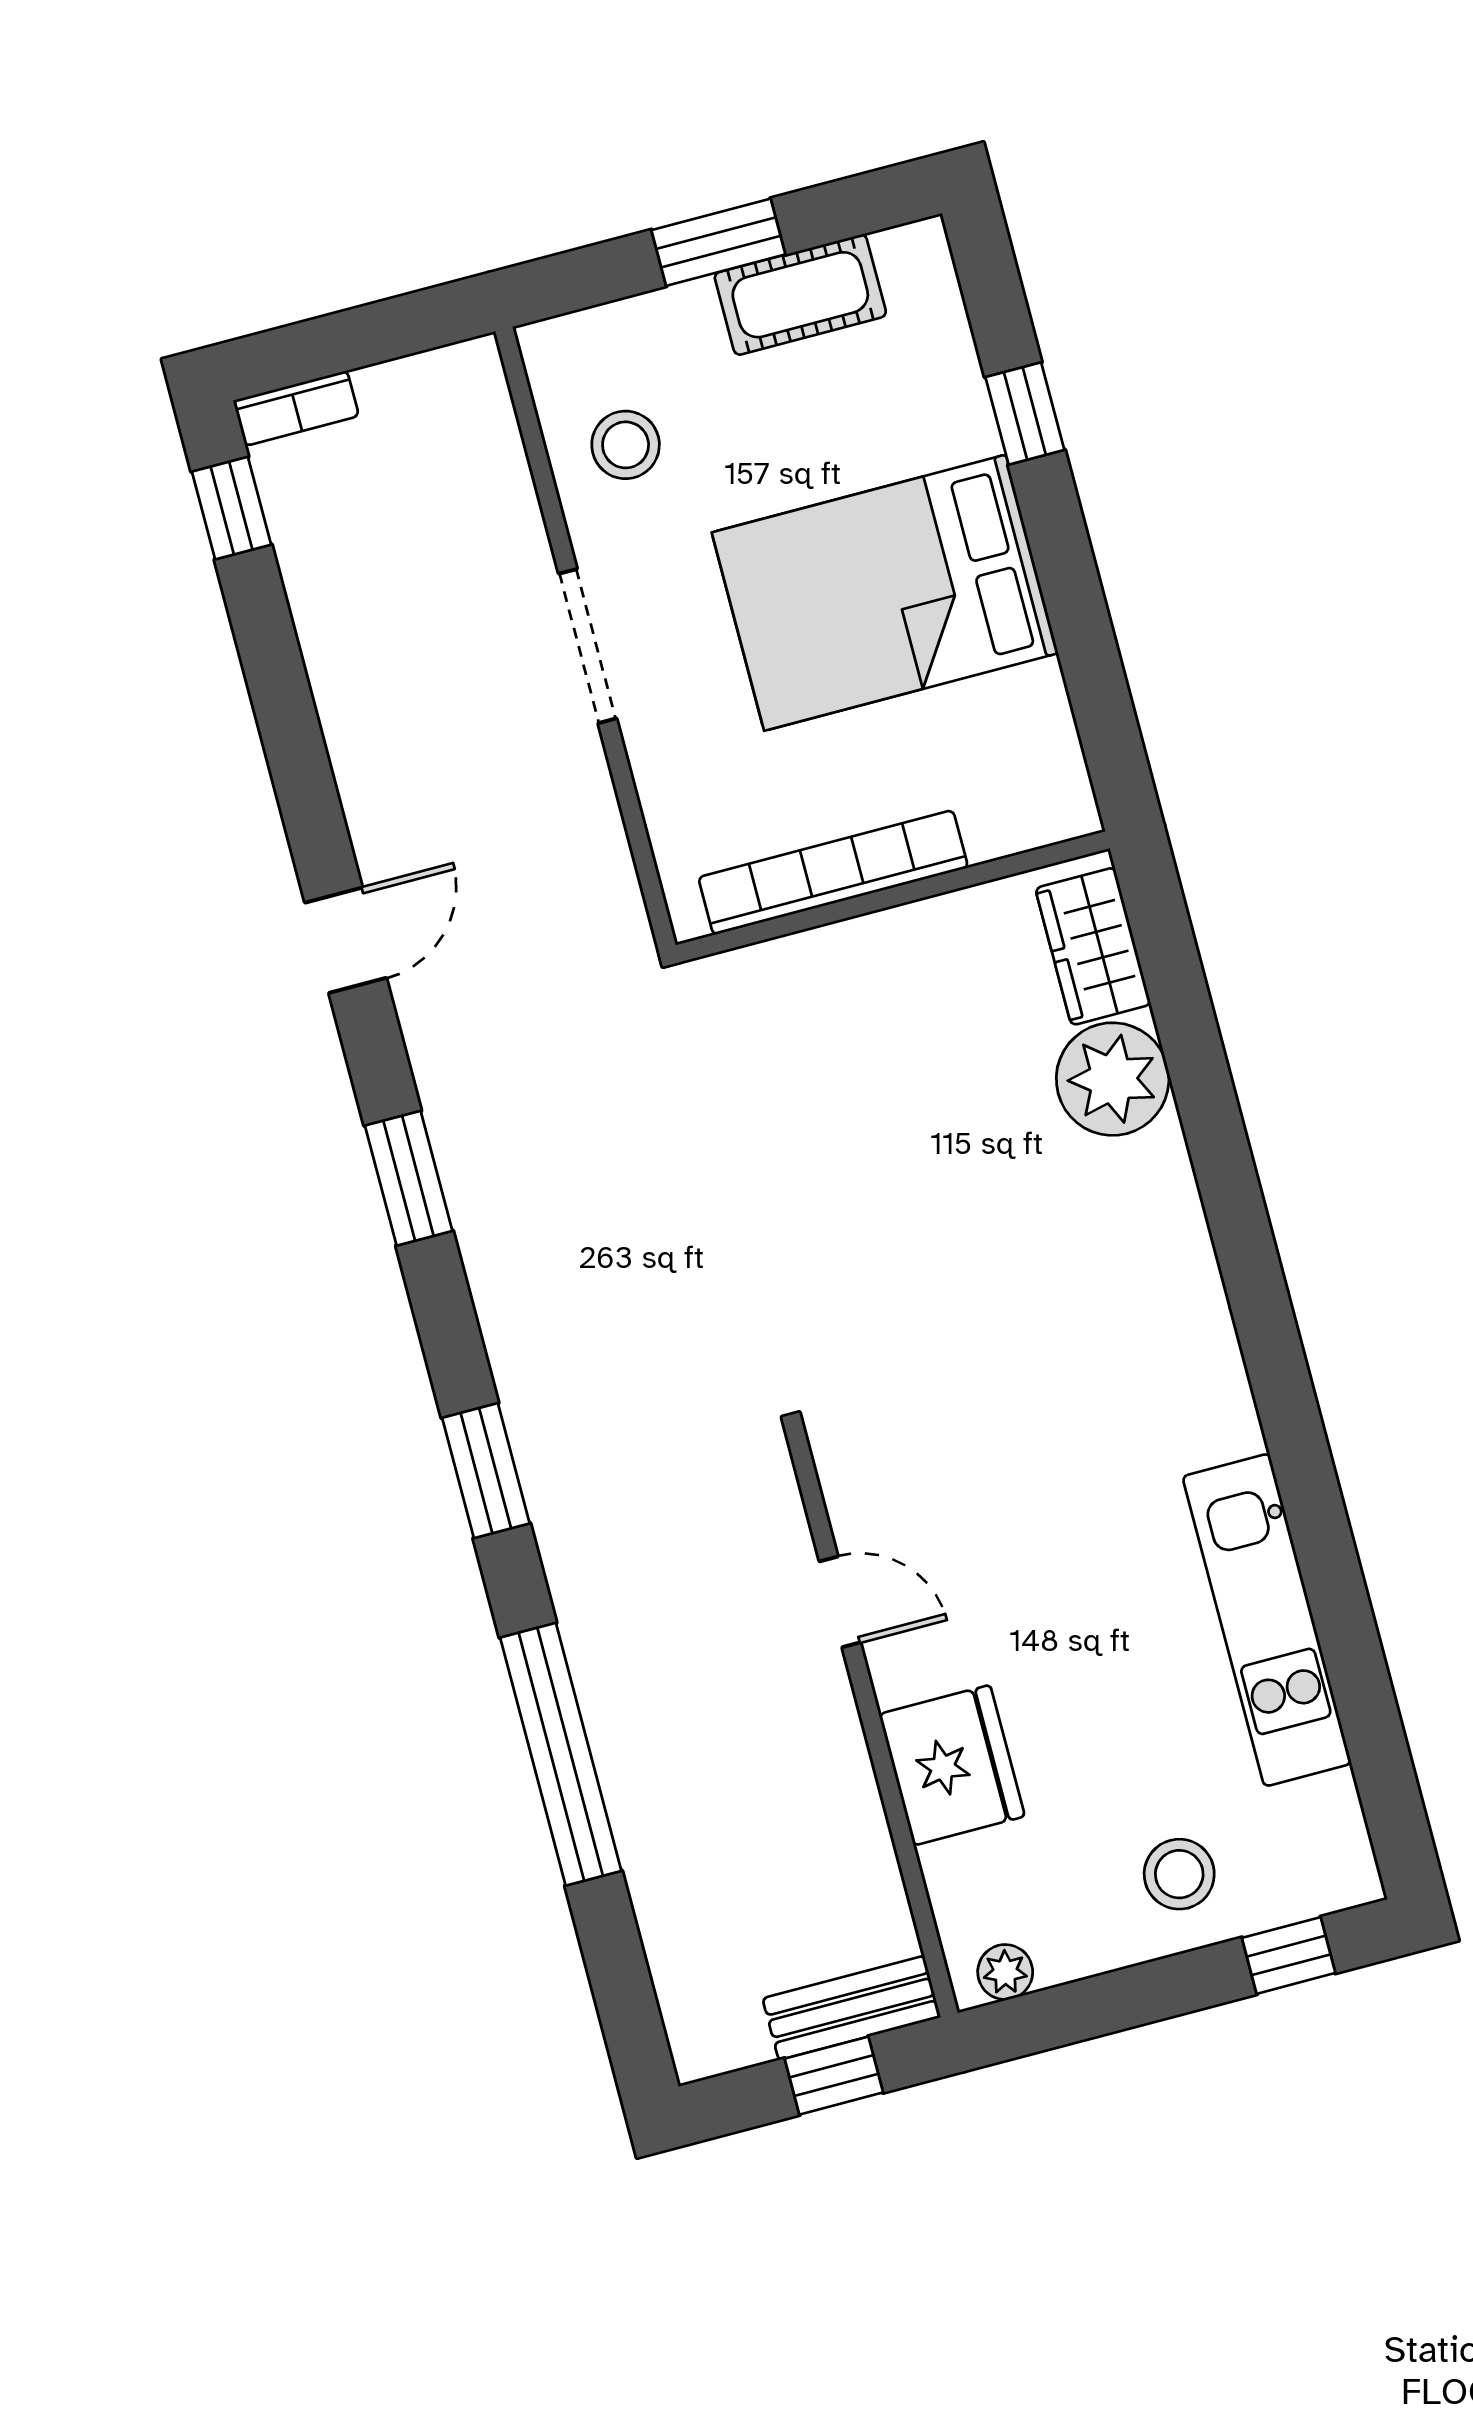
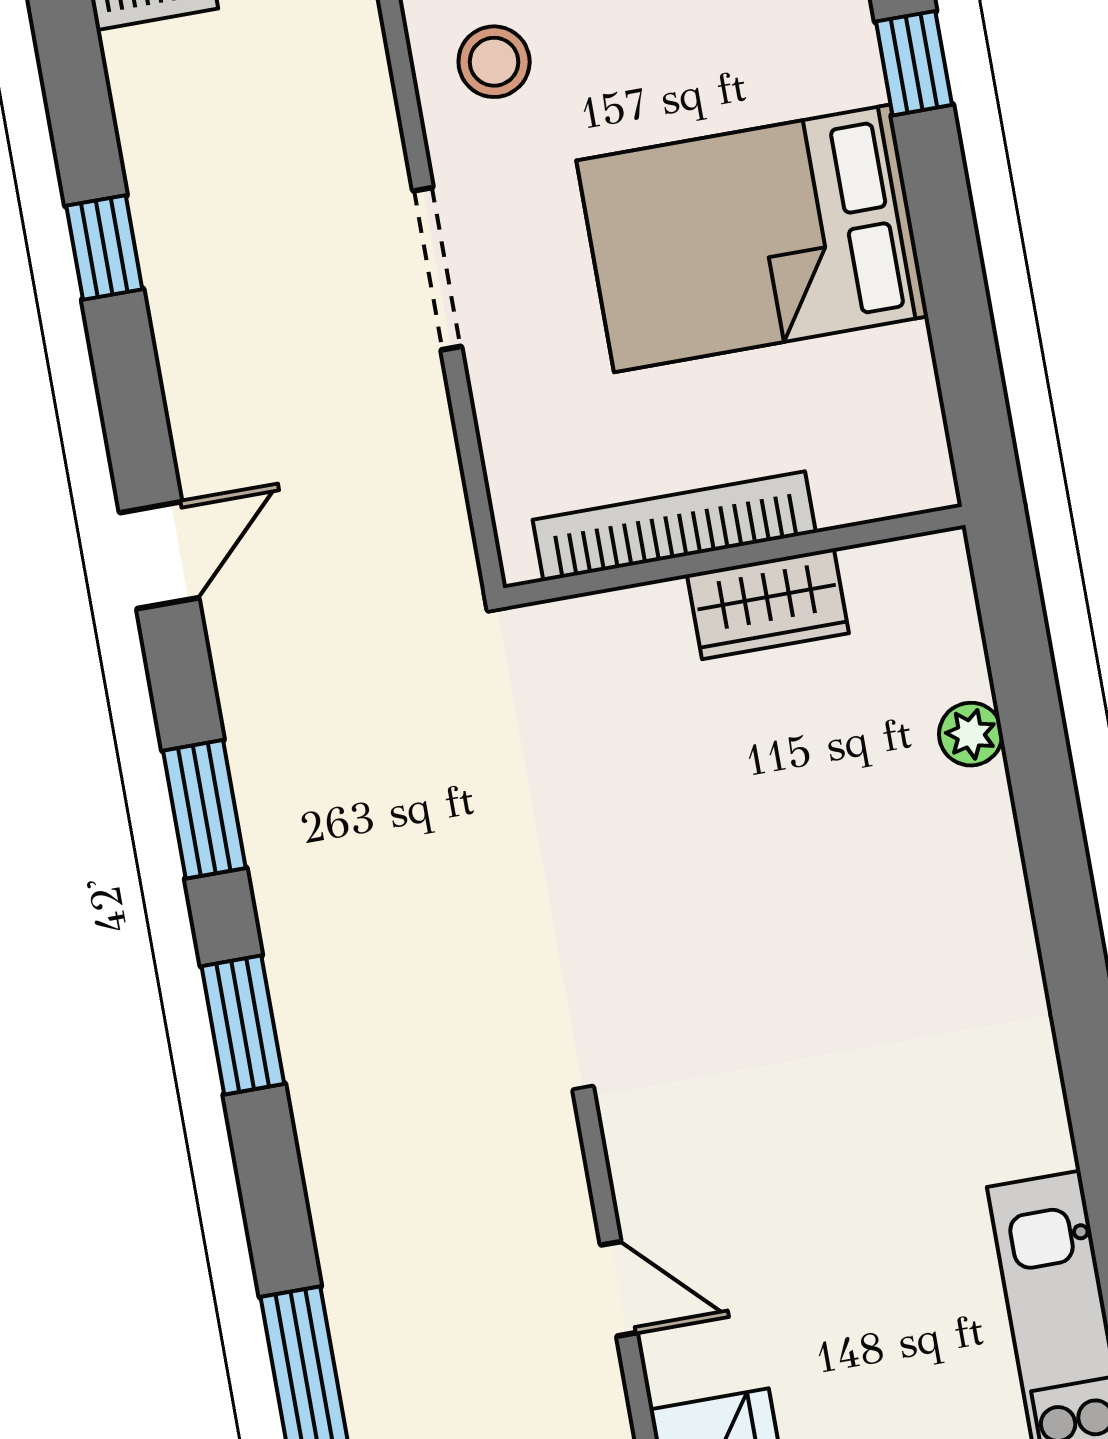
window: (231, 508) -> (104, 247), moved
wardrobe: (1093, 946) -> (768, 604), moved, turned -90
plant: (1113, 1079) -> (971, 734), width x0.53, depth x0.53
window: (486, 1471) -> (243, 1025), moved

